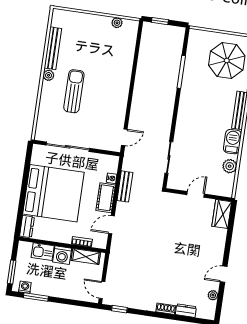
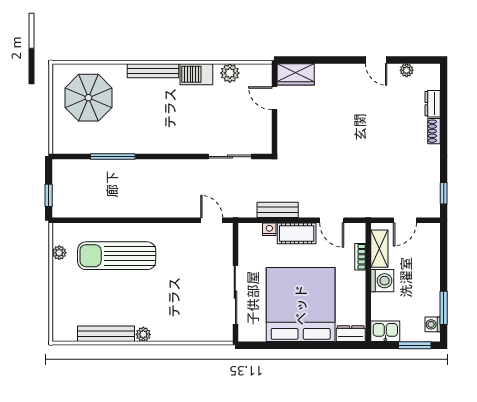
sun lounger: (74, 91) -> (117, 256), moved, width x1.36, depth x1.34
door: (196, 194) -> (274, 98), moved
kitchen sink: (43, 252) -> (385, 331), moved, turned -90
door: (102, 290) -> (405, 220), moved

